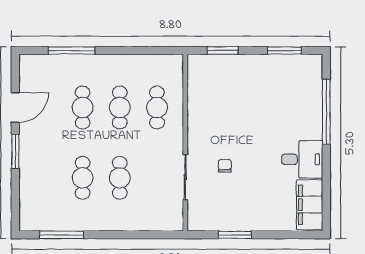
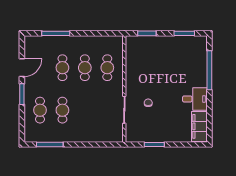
cafe table: (120, 178) -> (40, 110), moved

